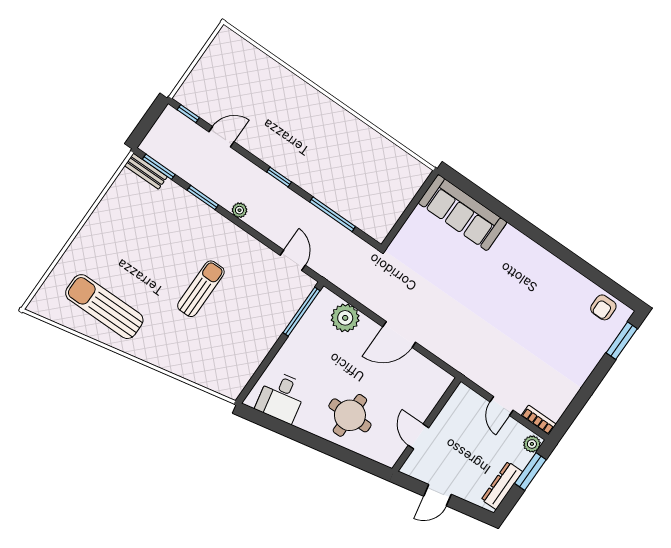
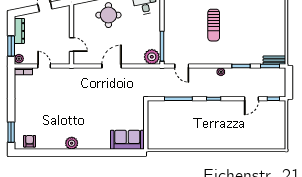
sofa: (463, 213) -> (127, 140), width x0.73
plant: (541, 260) -> (72, 143), added
plant: (345, 318) -> (152, 57), moved
door: (418, 437) -> (72, 45), moved

